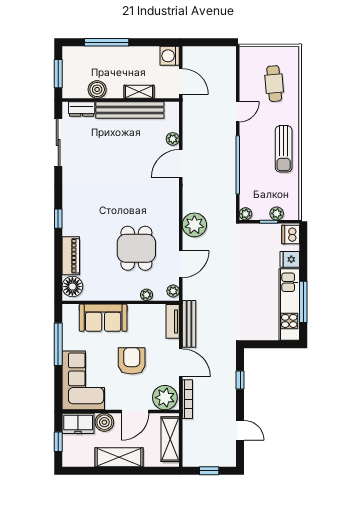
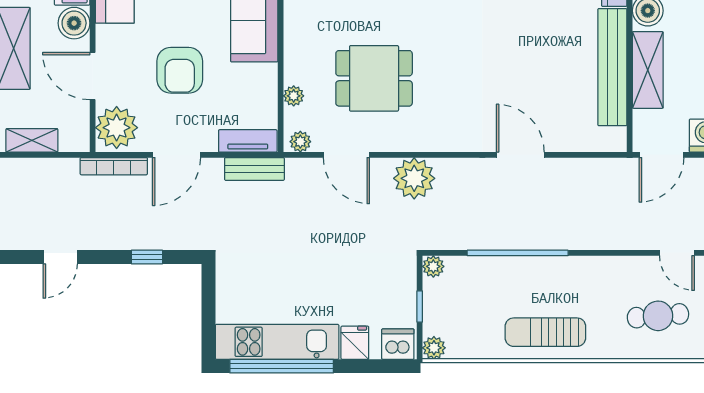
shelving: (139, 92) -> (648, 70), width x1.50, depth x1.33
door: (238, 112) -> (677, 253), moved
plant: (173, 139) -> (562, 141), removed
plant: (277, 213) -> (434, 348), moved
window: (303, 302) -> (282, 366), width x1.46
bench: (189, 324) -> (254, 169), width x0.73
armchair: (132, 361) -> (180, 70), turned 90
shelving: (170, 439) -> (32, 140), width x0.67, depth x0.75

